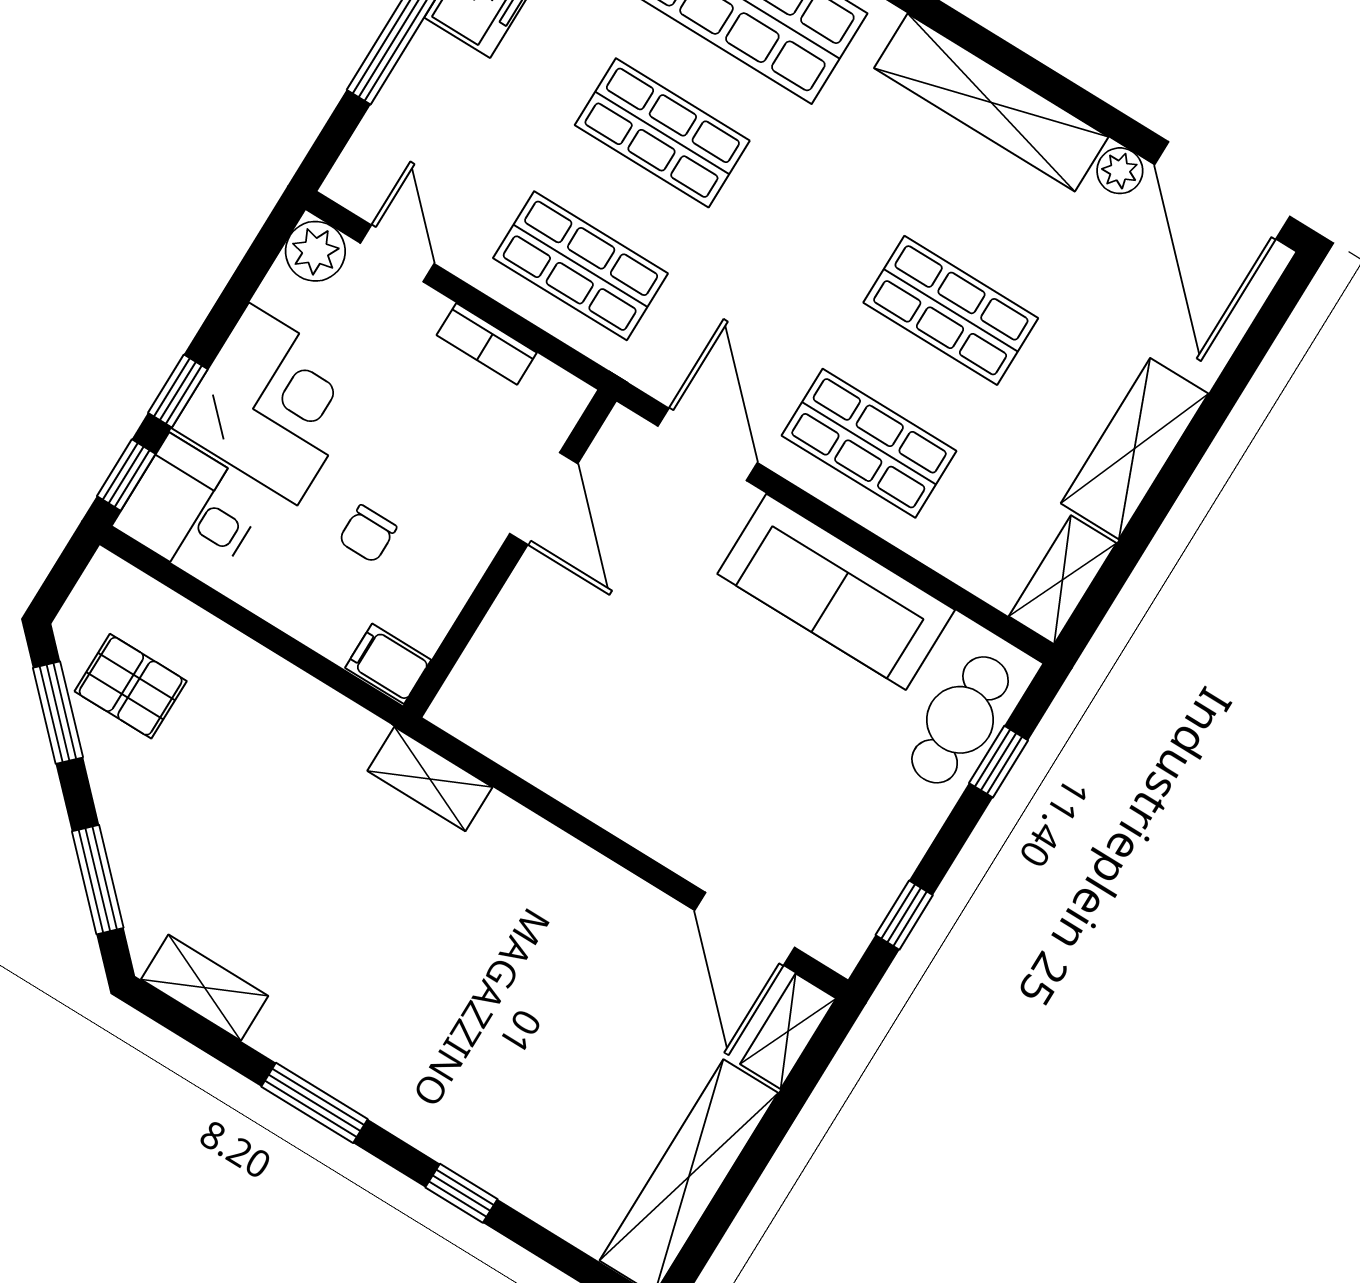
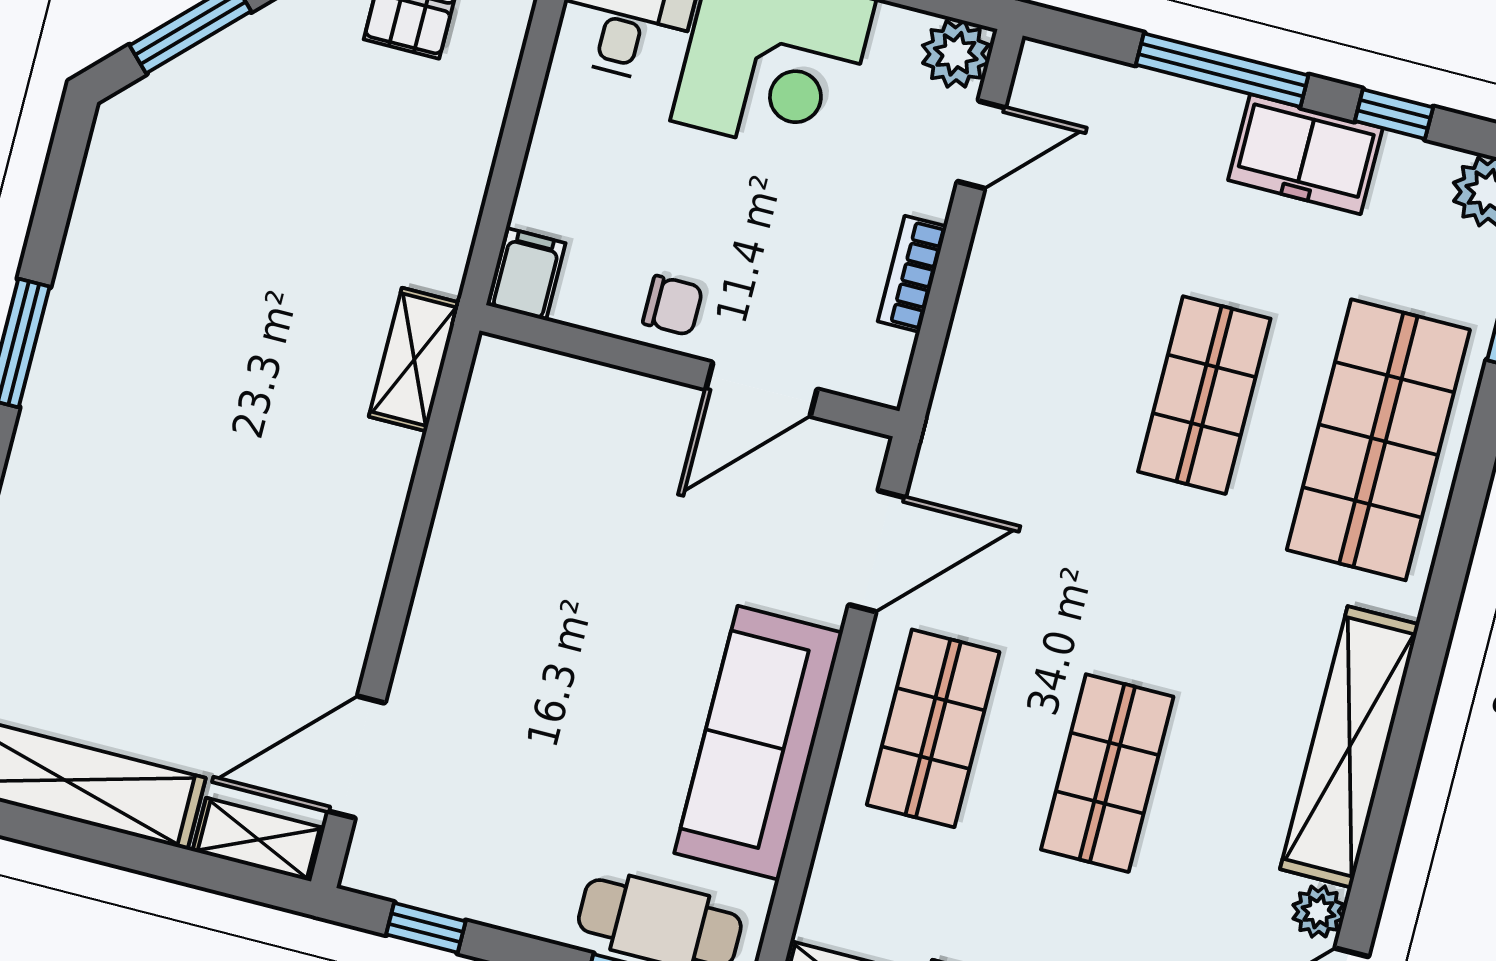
shop shelf: (580, 266) -> (1030, 350), removed
chair: (368, 534) -> (673, 305), moved, turned 180
shelving: (205, 988) -> (108, 183), removed

